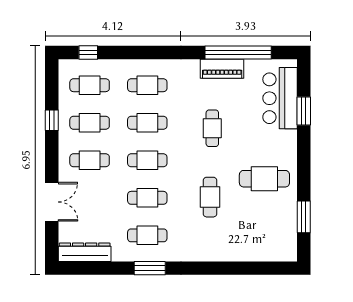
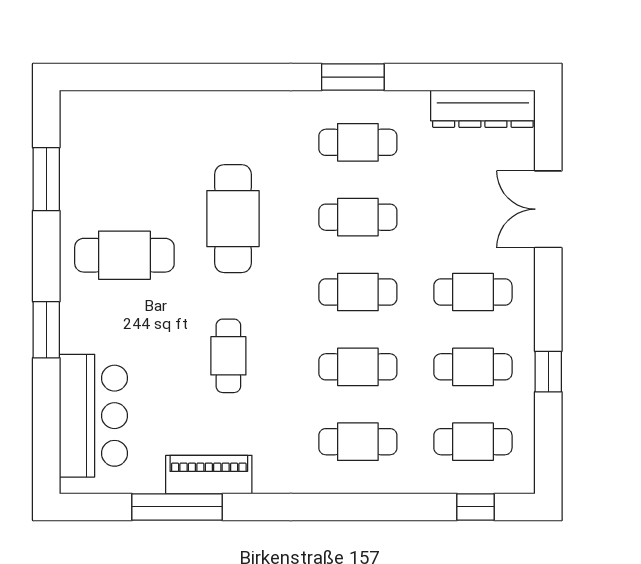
window: (238, 52) -> (177, 507), width x0.68
window: (304, 111) -> (46, 330), moved
cafe table: (210, 197) -> (233, 219), width x1.37, depth x1.35

